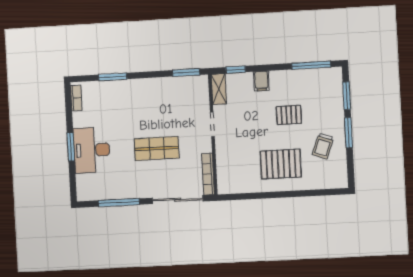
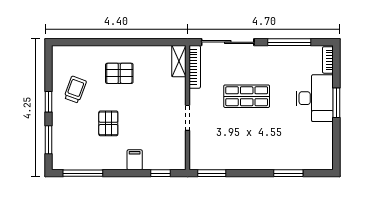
shelving: (219, 89) -> (179, 61), moved
bookcase: (76, 98) -> (328, 60), moved
pallet: (289, 115) -> (108, 123), turned 90
window: (349, 133) -> (48, 102), width x0.67
pallet: (281, 164) -> (119, 73), width x0.67, depth x0.71

